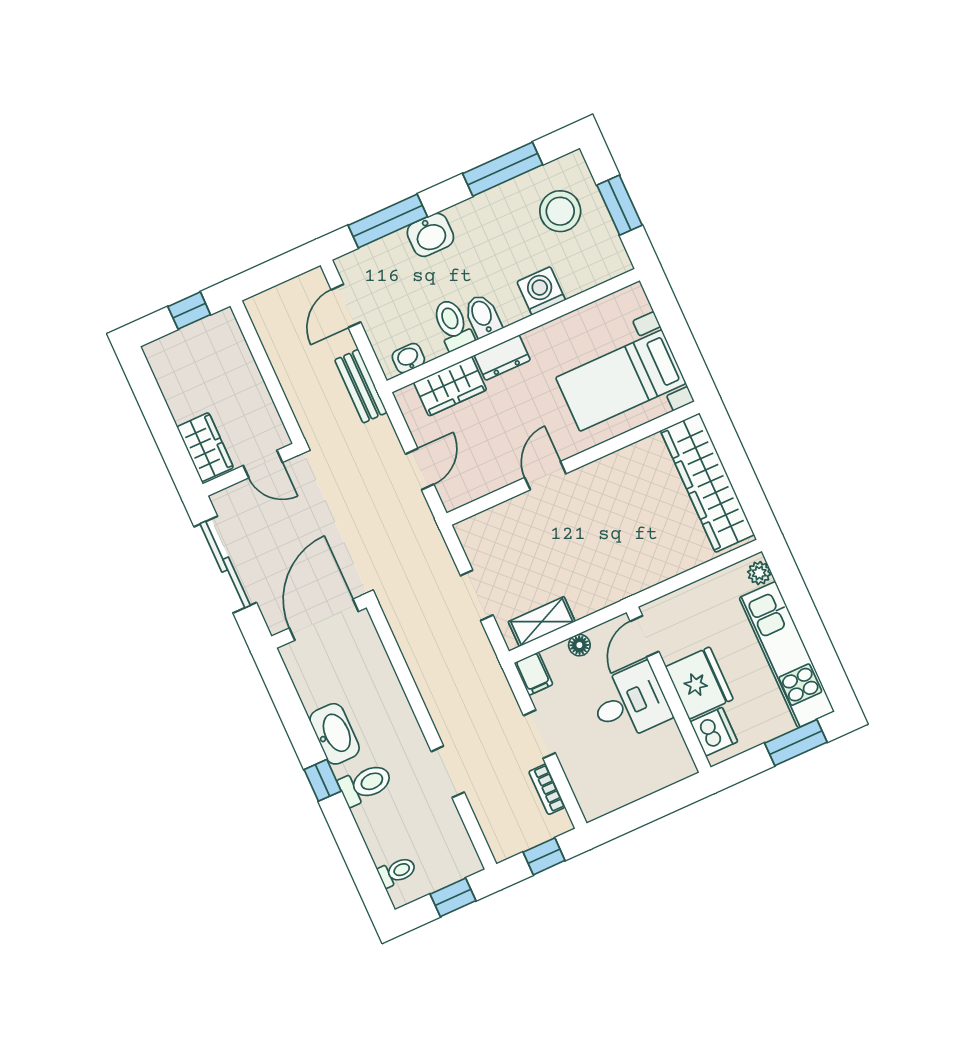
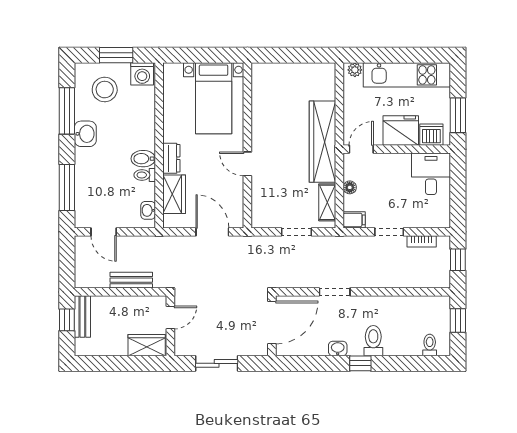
washbasin: (430, 235) -> (85, 134), moved
washing machine: (541, 291) -> (142, 74), moved, turned -90
toilet: (453, 325) -> (145, 175), width x0.73, depth x0.72
bench: (205, 332) -> (82, 317), added
bench: (361, 386) -> (131, 280), moved
door: (420, 469) -> (212, 232), width x1.38
wardrobe: (707, 483) -> (323, 142), moved, turned 90
sliding door: (225, 565) -> (217, 363), width x0.73
door: (324, 620) -> (272, 323), swing flipped
door: (645, 636) -> (361, 149), swing flipped
desk: (630, 702) -> (431, 174), moved
washbasin: (335, 734) -> (338, 348), width x0.52, depth x0.69
window: (796, 743) -> (458, 115), moved
doorway: (448, 772) -> (335, 292), moved

